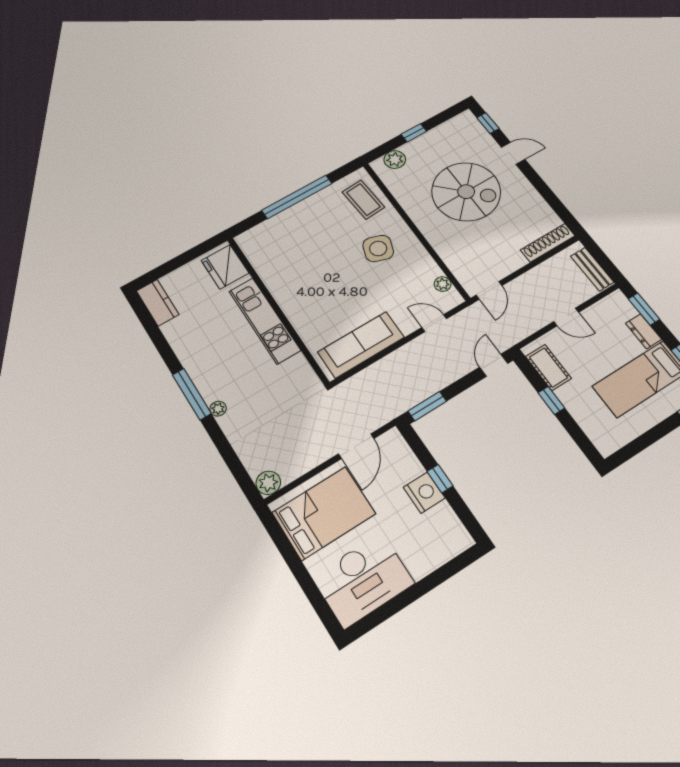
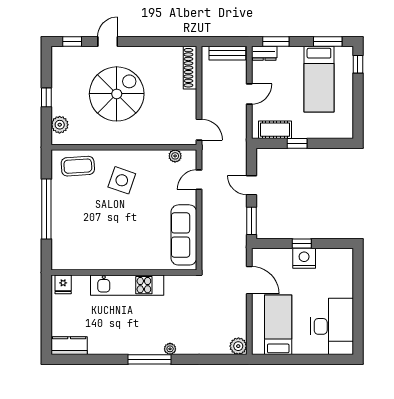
fridge: (225, 267) -> (63, 284), width x0.53, depth x0.75
dresser: (644, 331) -> (264, 53), moved
door: (494, 365) -> (252, 185), moved
bed: (324, 513) -> (278, 325), width x0.67

